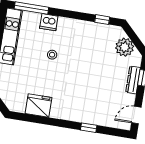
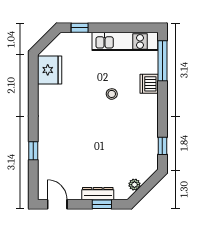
plant: (125, 47) -> (134, 185), width x0.53, depth x0.53
fridge: (38, 105) -> (50, 70), moved

